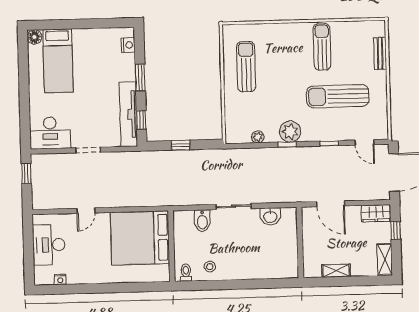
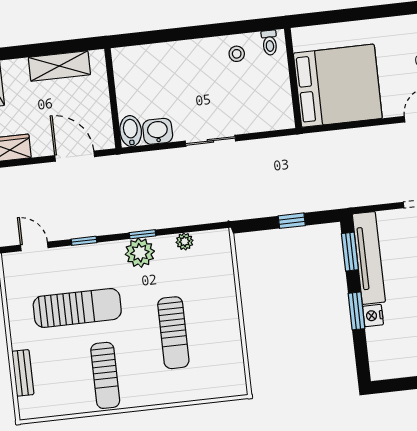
nightstand: (128, 45) -> (373, 316), moved
sun lounger: (246, 67) -> (173, 333), moved
window: (141, 120) -> (350, 252), width x1.50
bidet: (202, 221) -> (131, 131), moved
shelving: (336, 271) -> (59, 66), width x1.50, depth x1.33

